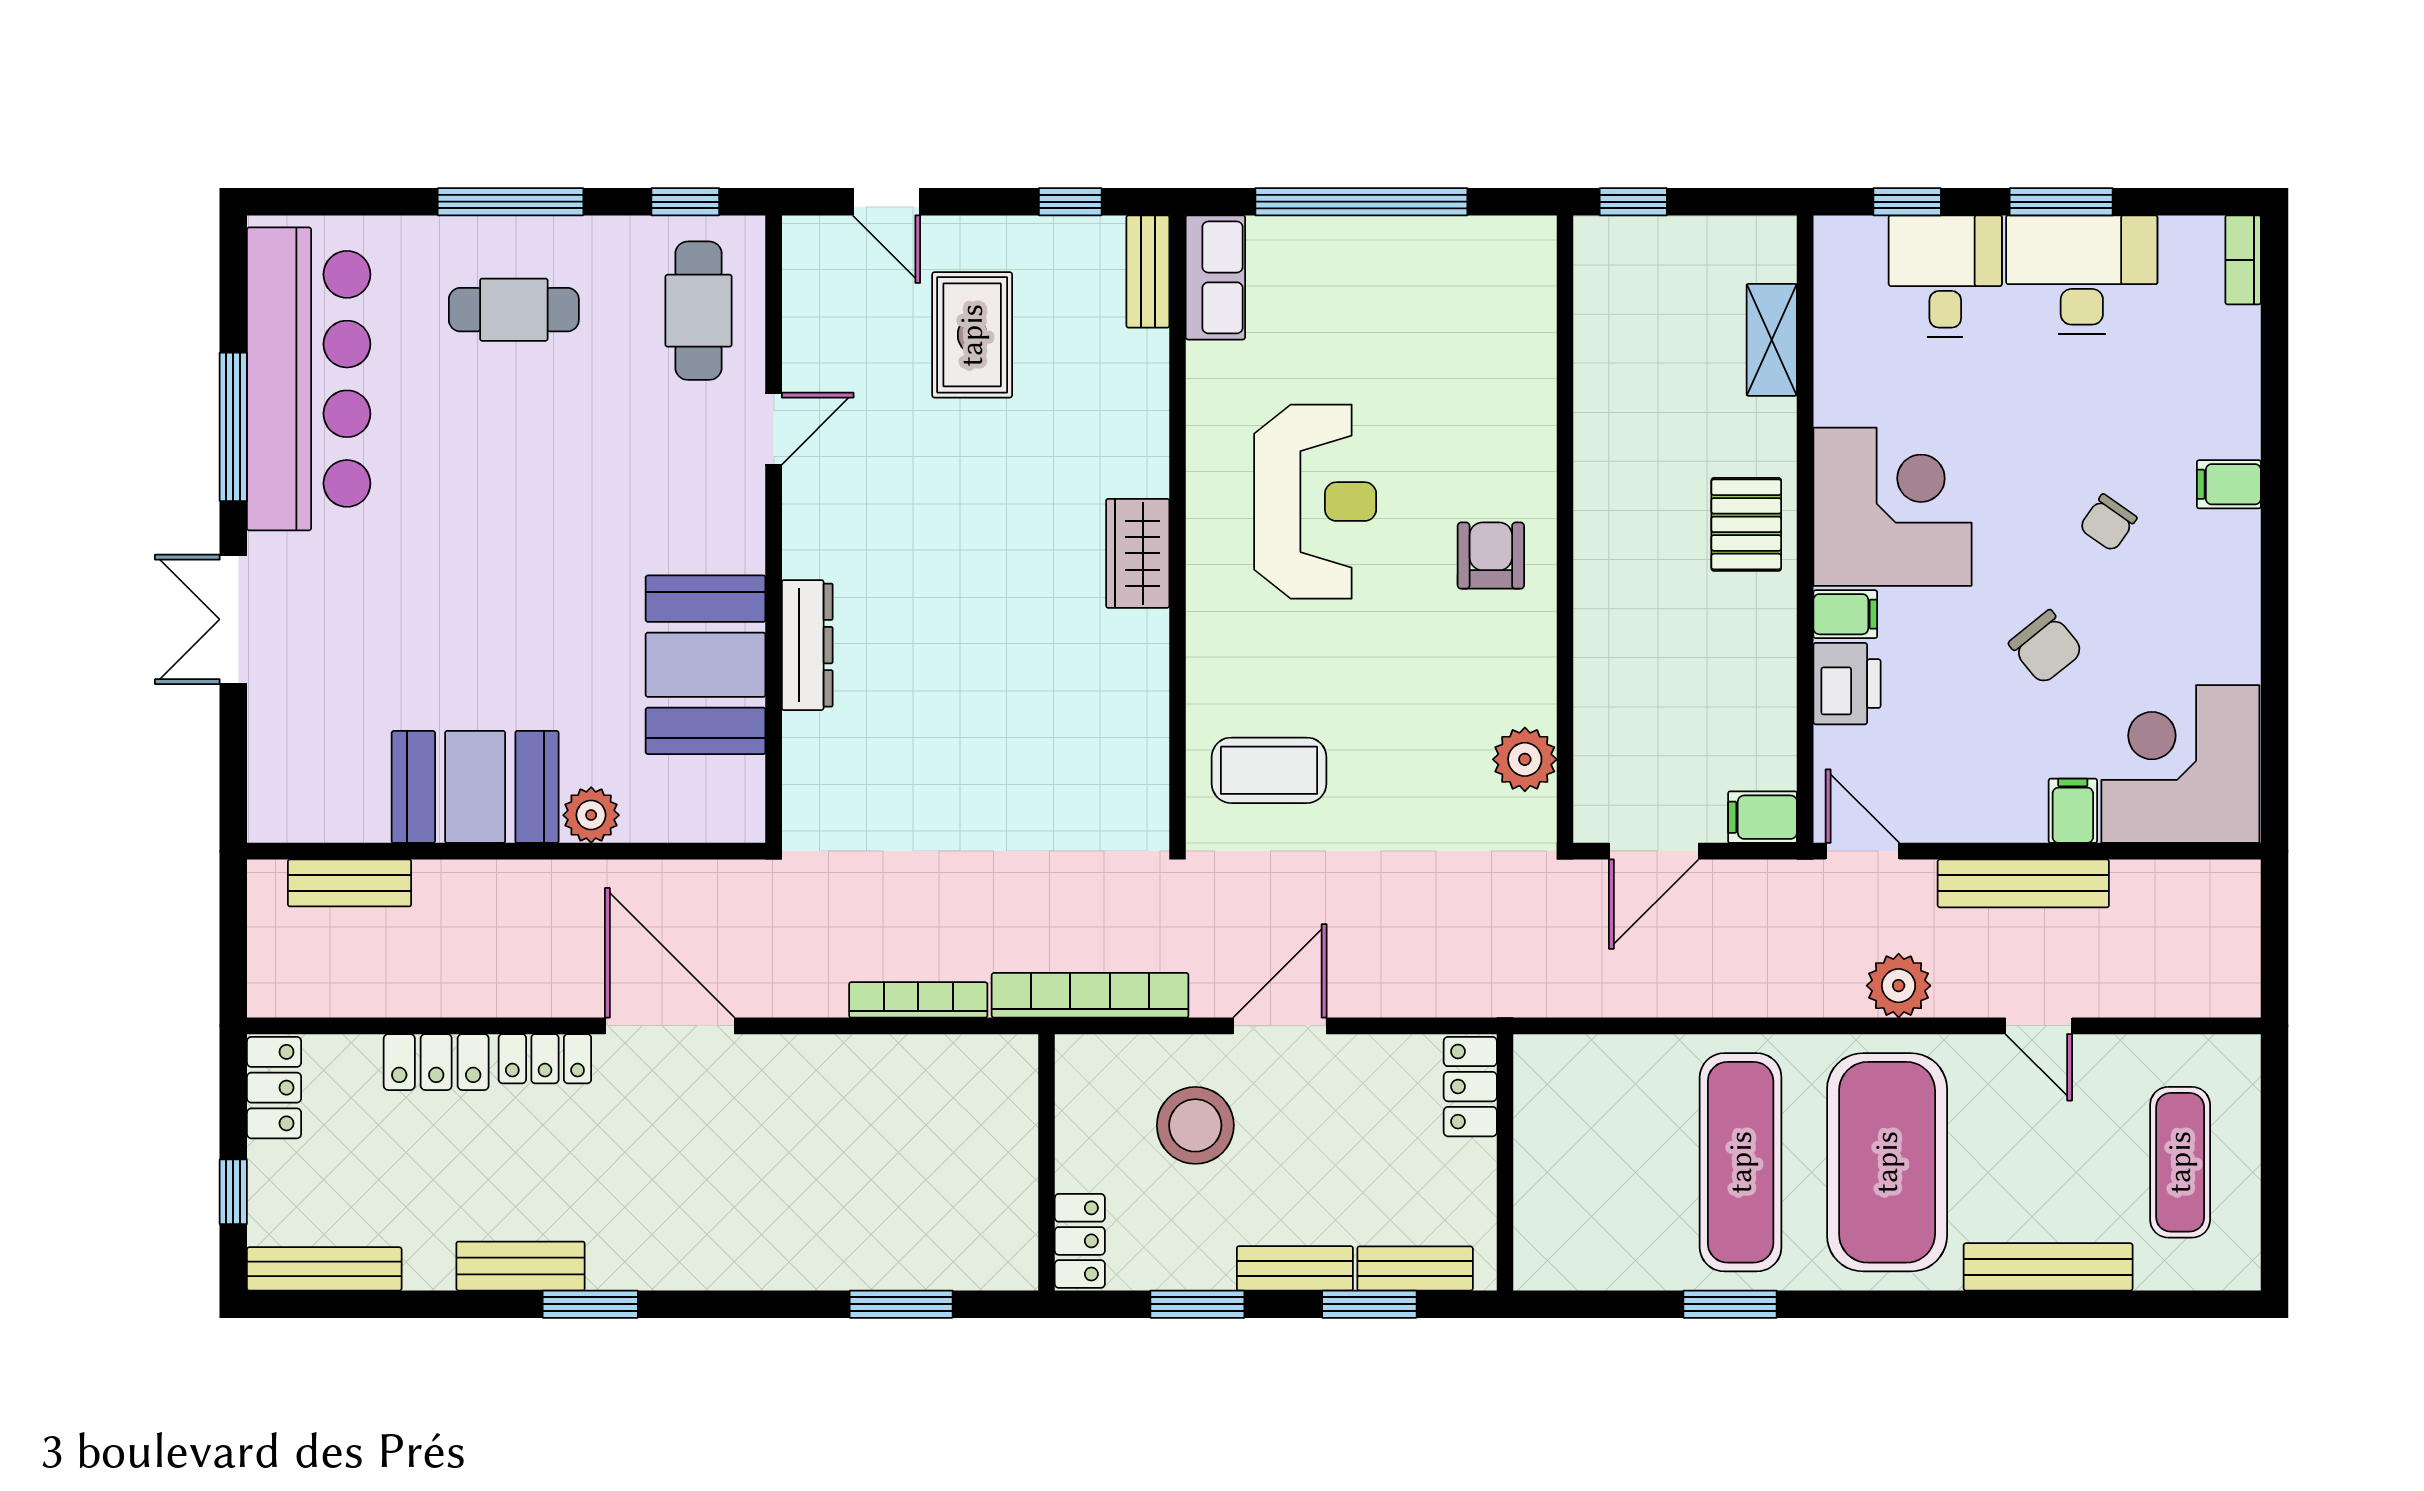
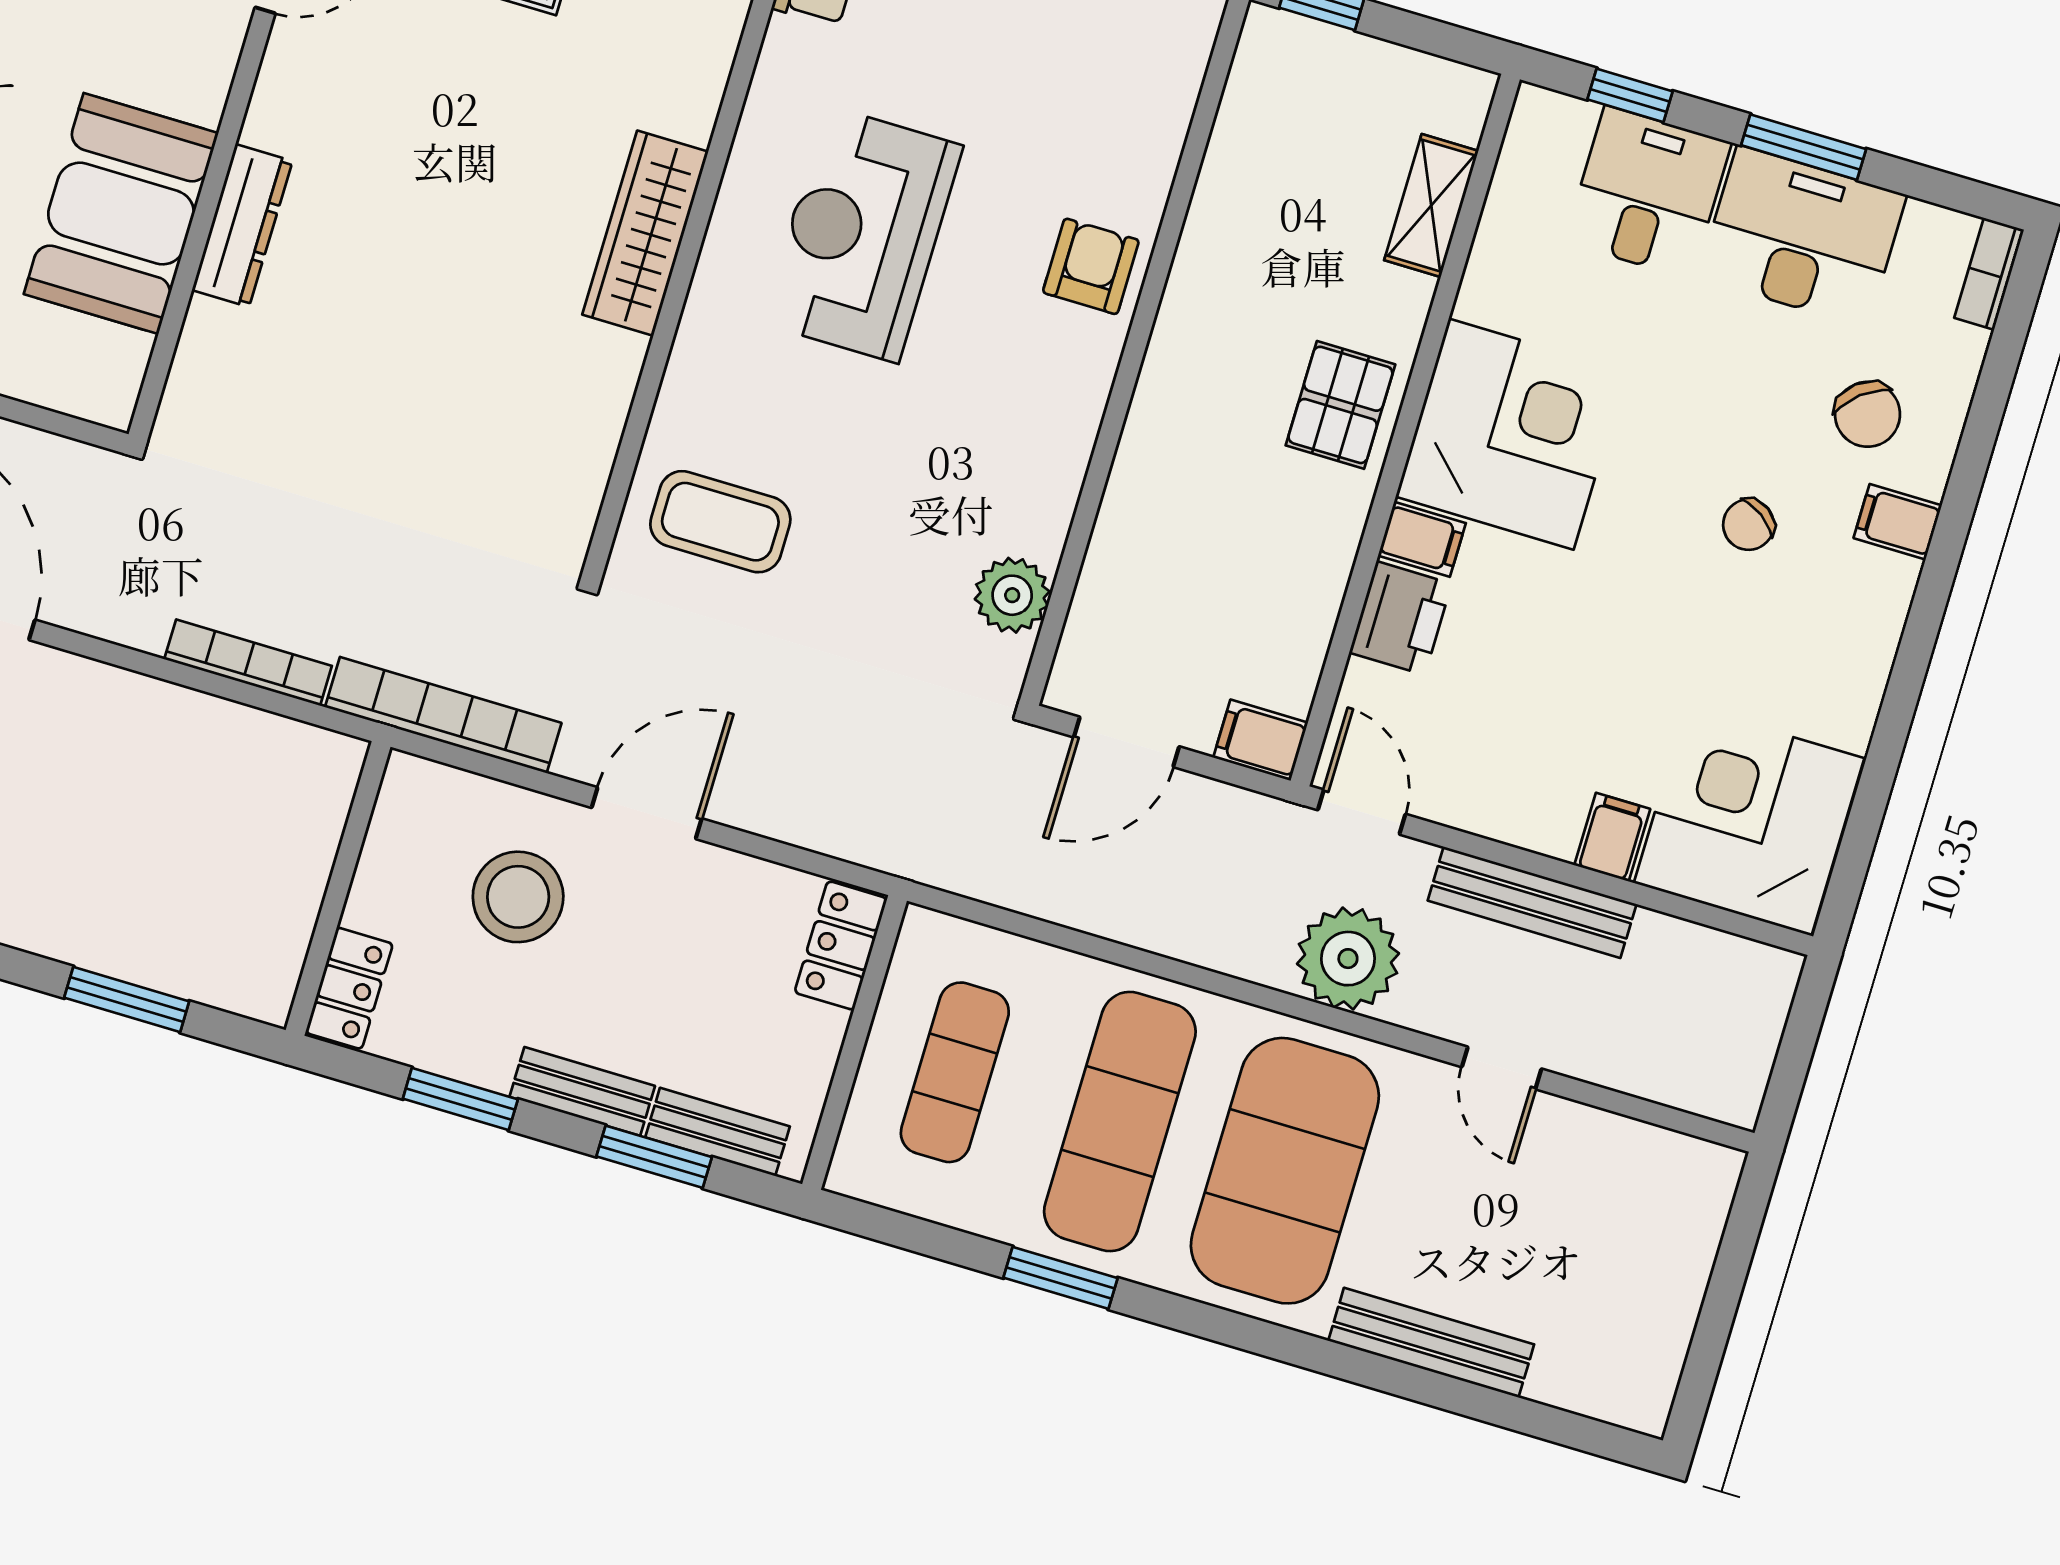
reception desk: (1315, 502) -> (862, 234), turned 180
wardrobe: (1138, 553) -> (645, 233), width x1.50
armchair: (1491, 556) -> (1091, 266), moved
chair: (2046, 647) -> (1868, 414), moved
plant: (1899, 986) -> (1348, 959), width x1.36, depth x1.36
exercise mat: (2180, 1162) -> (955, 1072), moved

